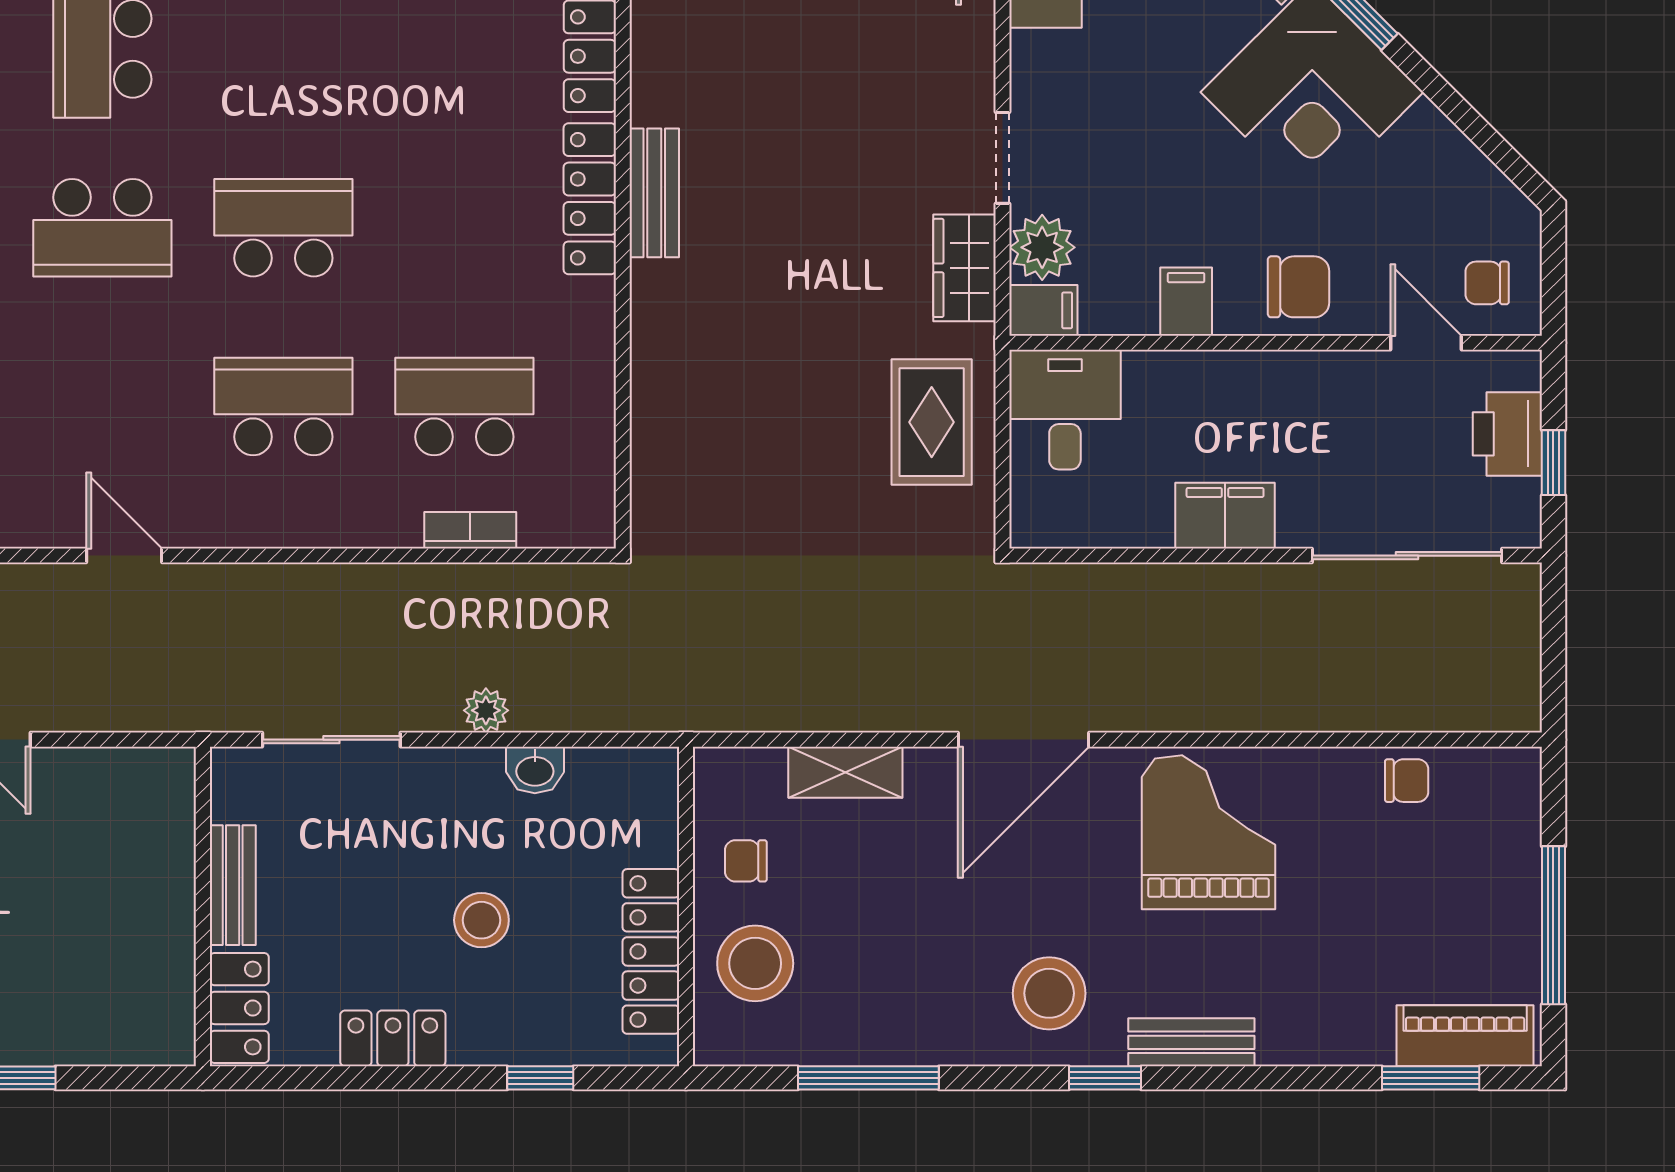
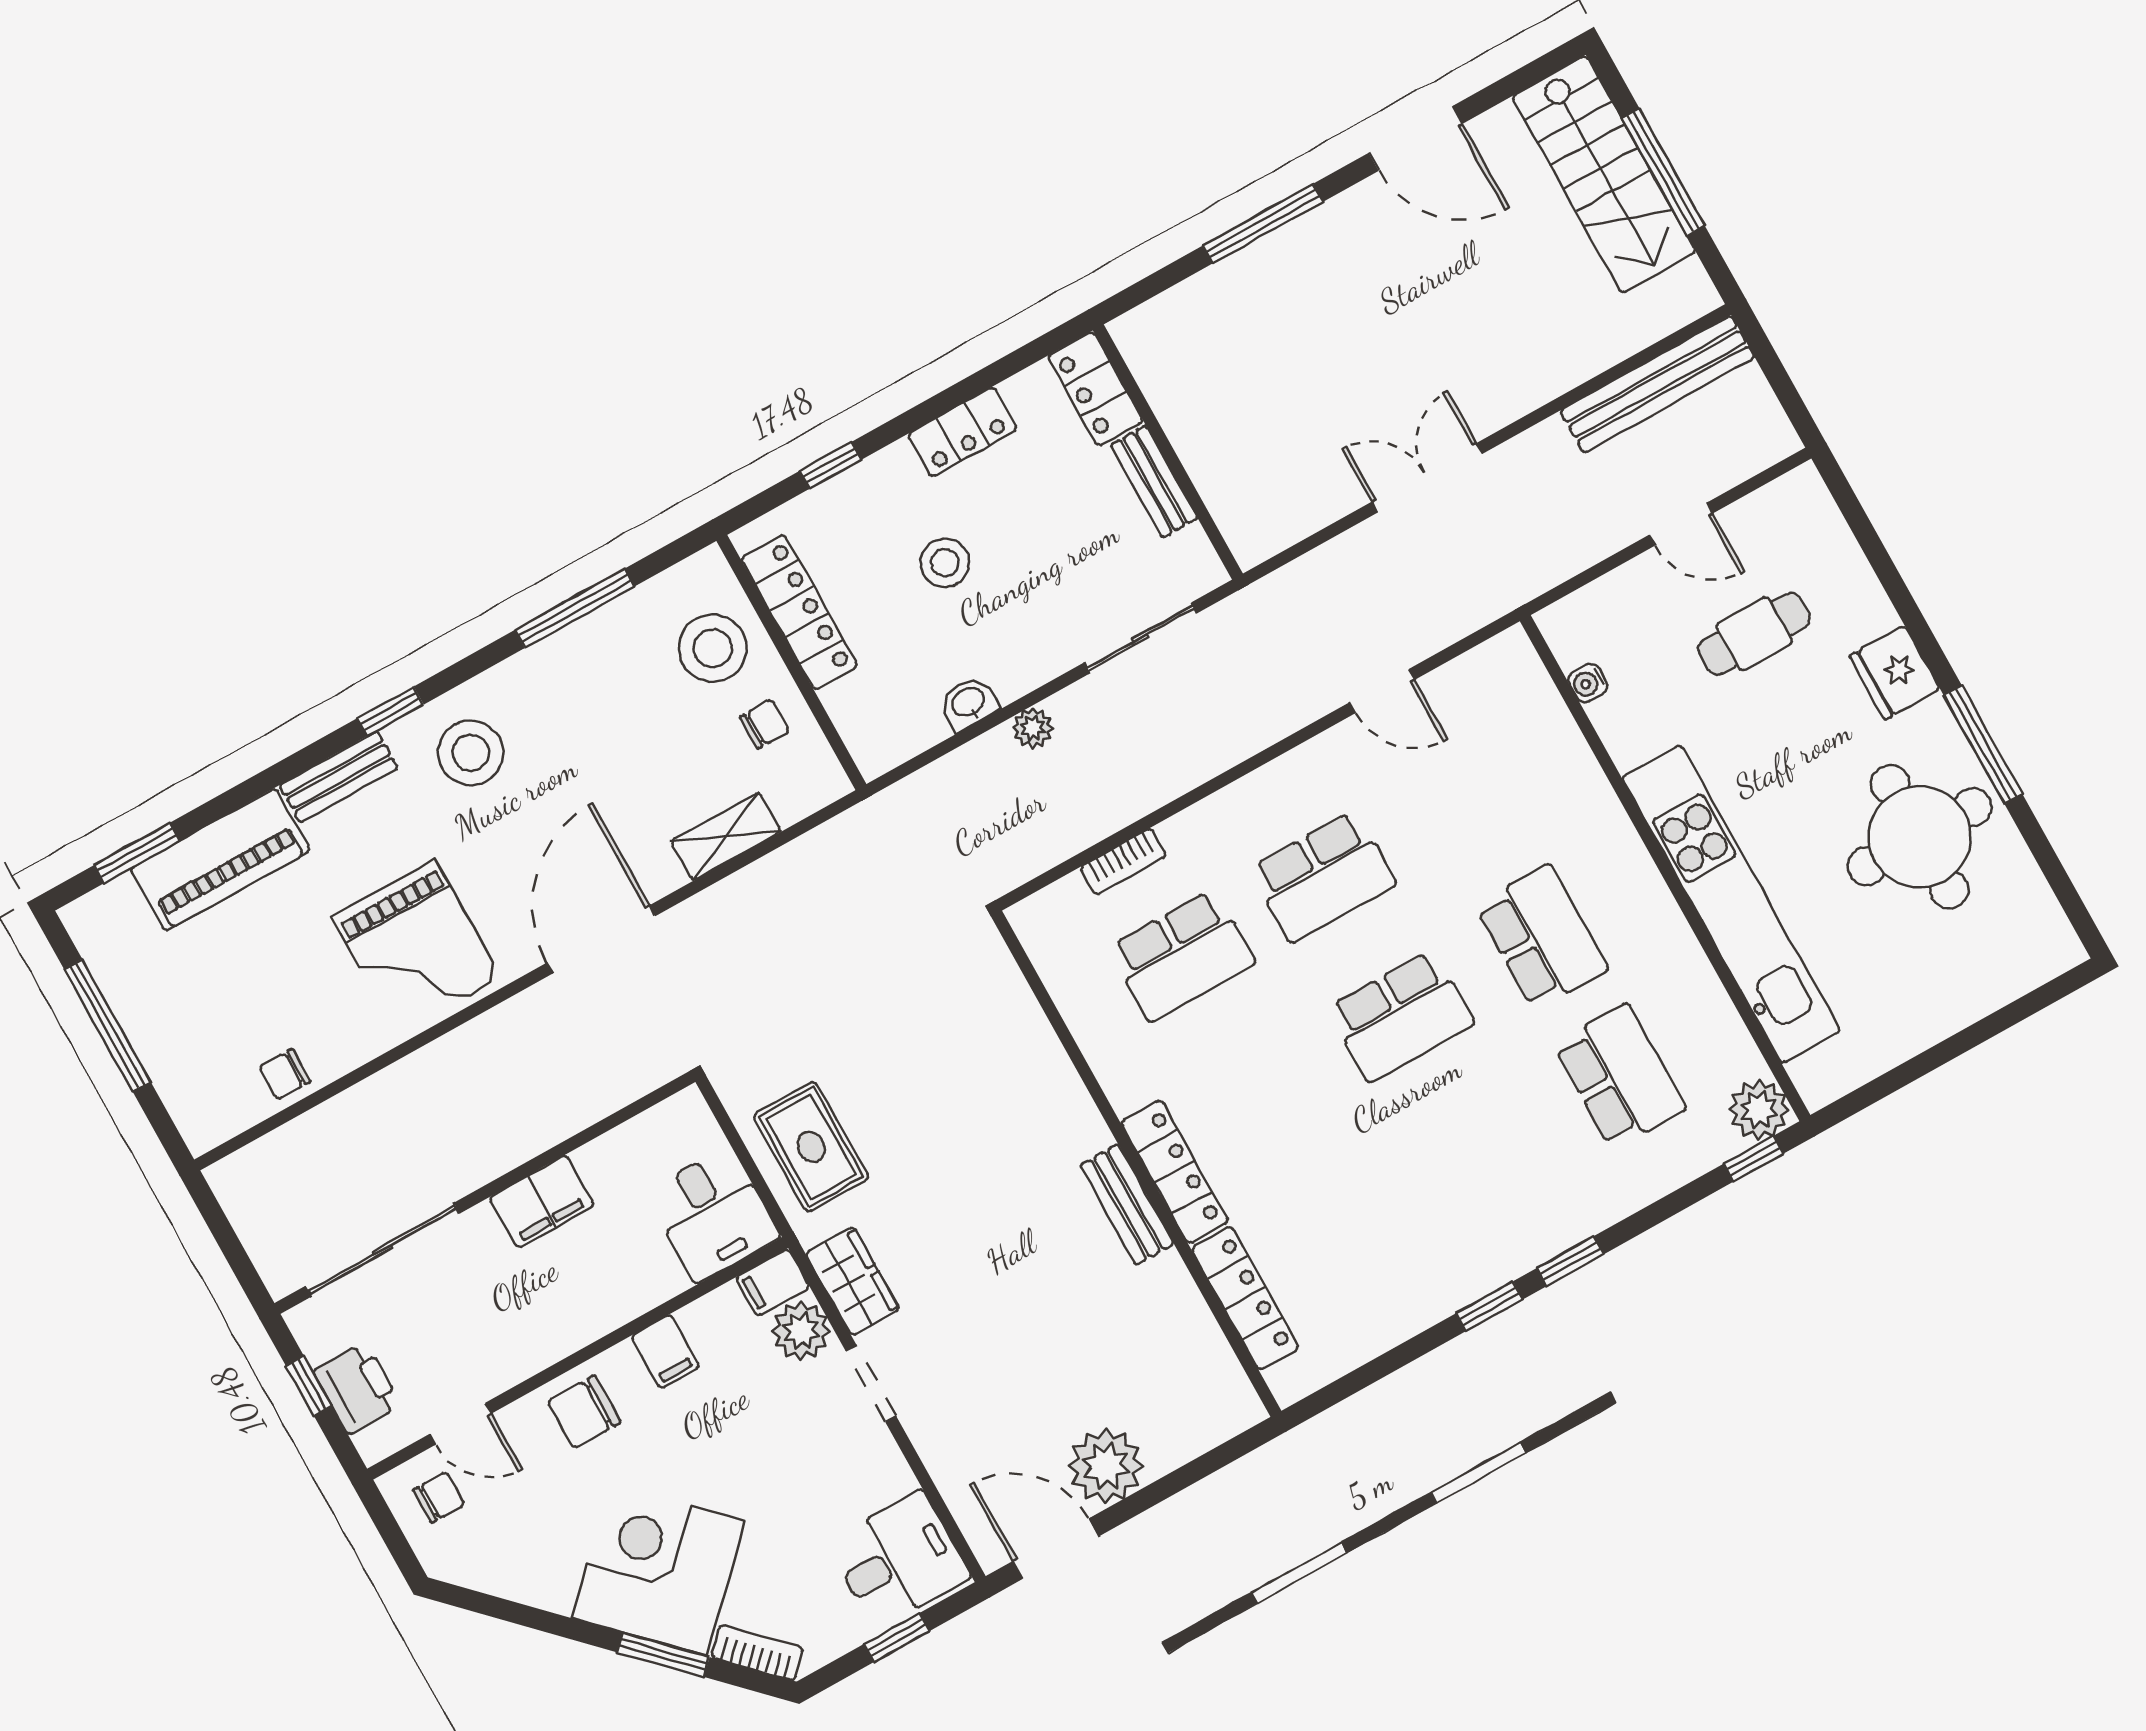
school desk: (102, 228) -> (1542, 937), turned 90
piano: (1465, 1036) -> (220, 860), moved, width x1.37, depth x1.33

